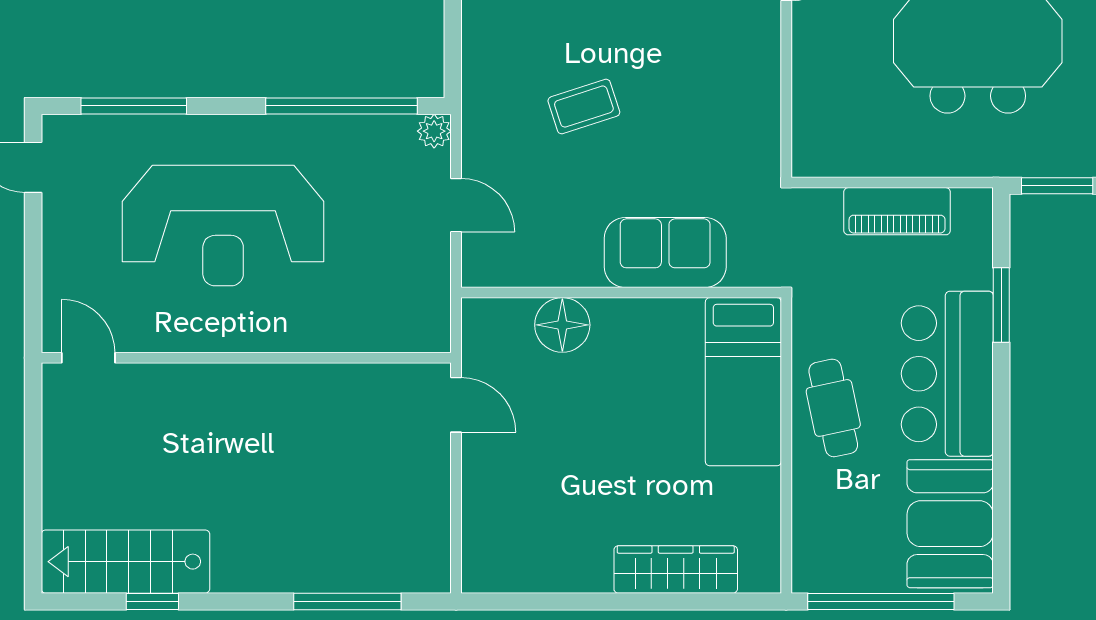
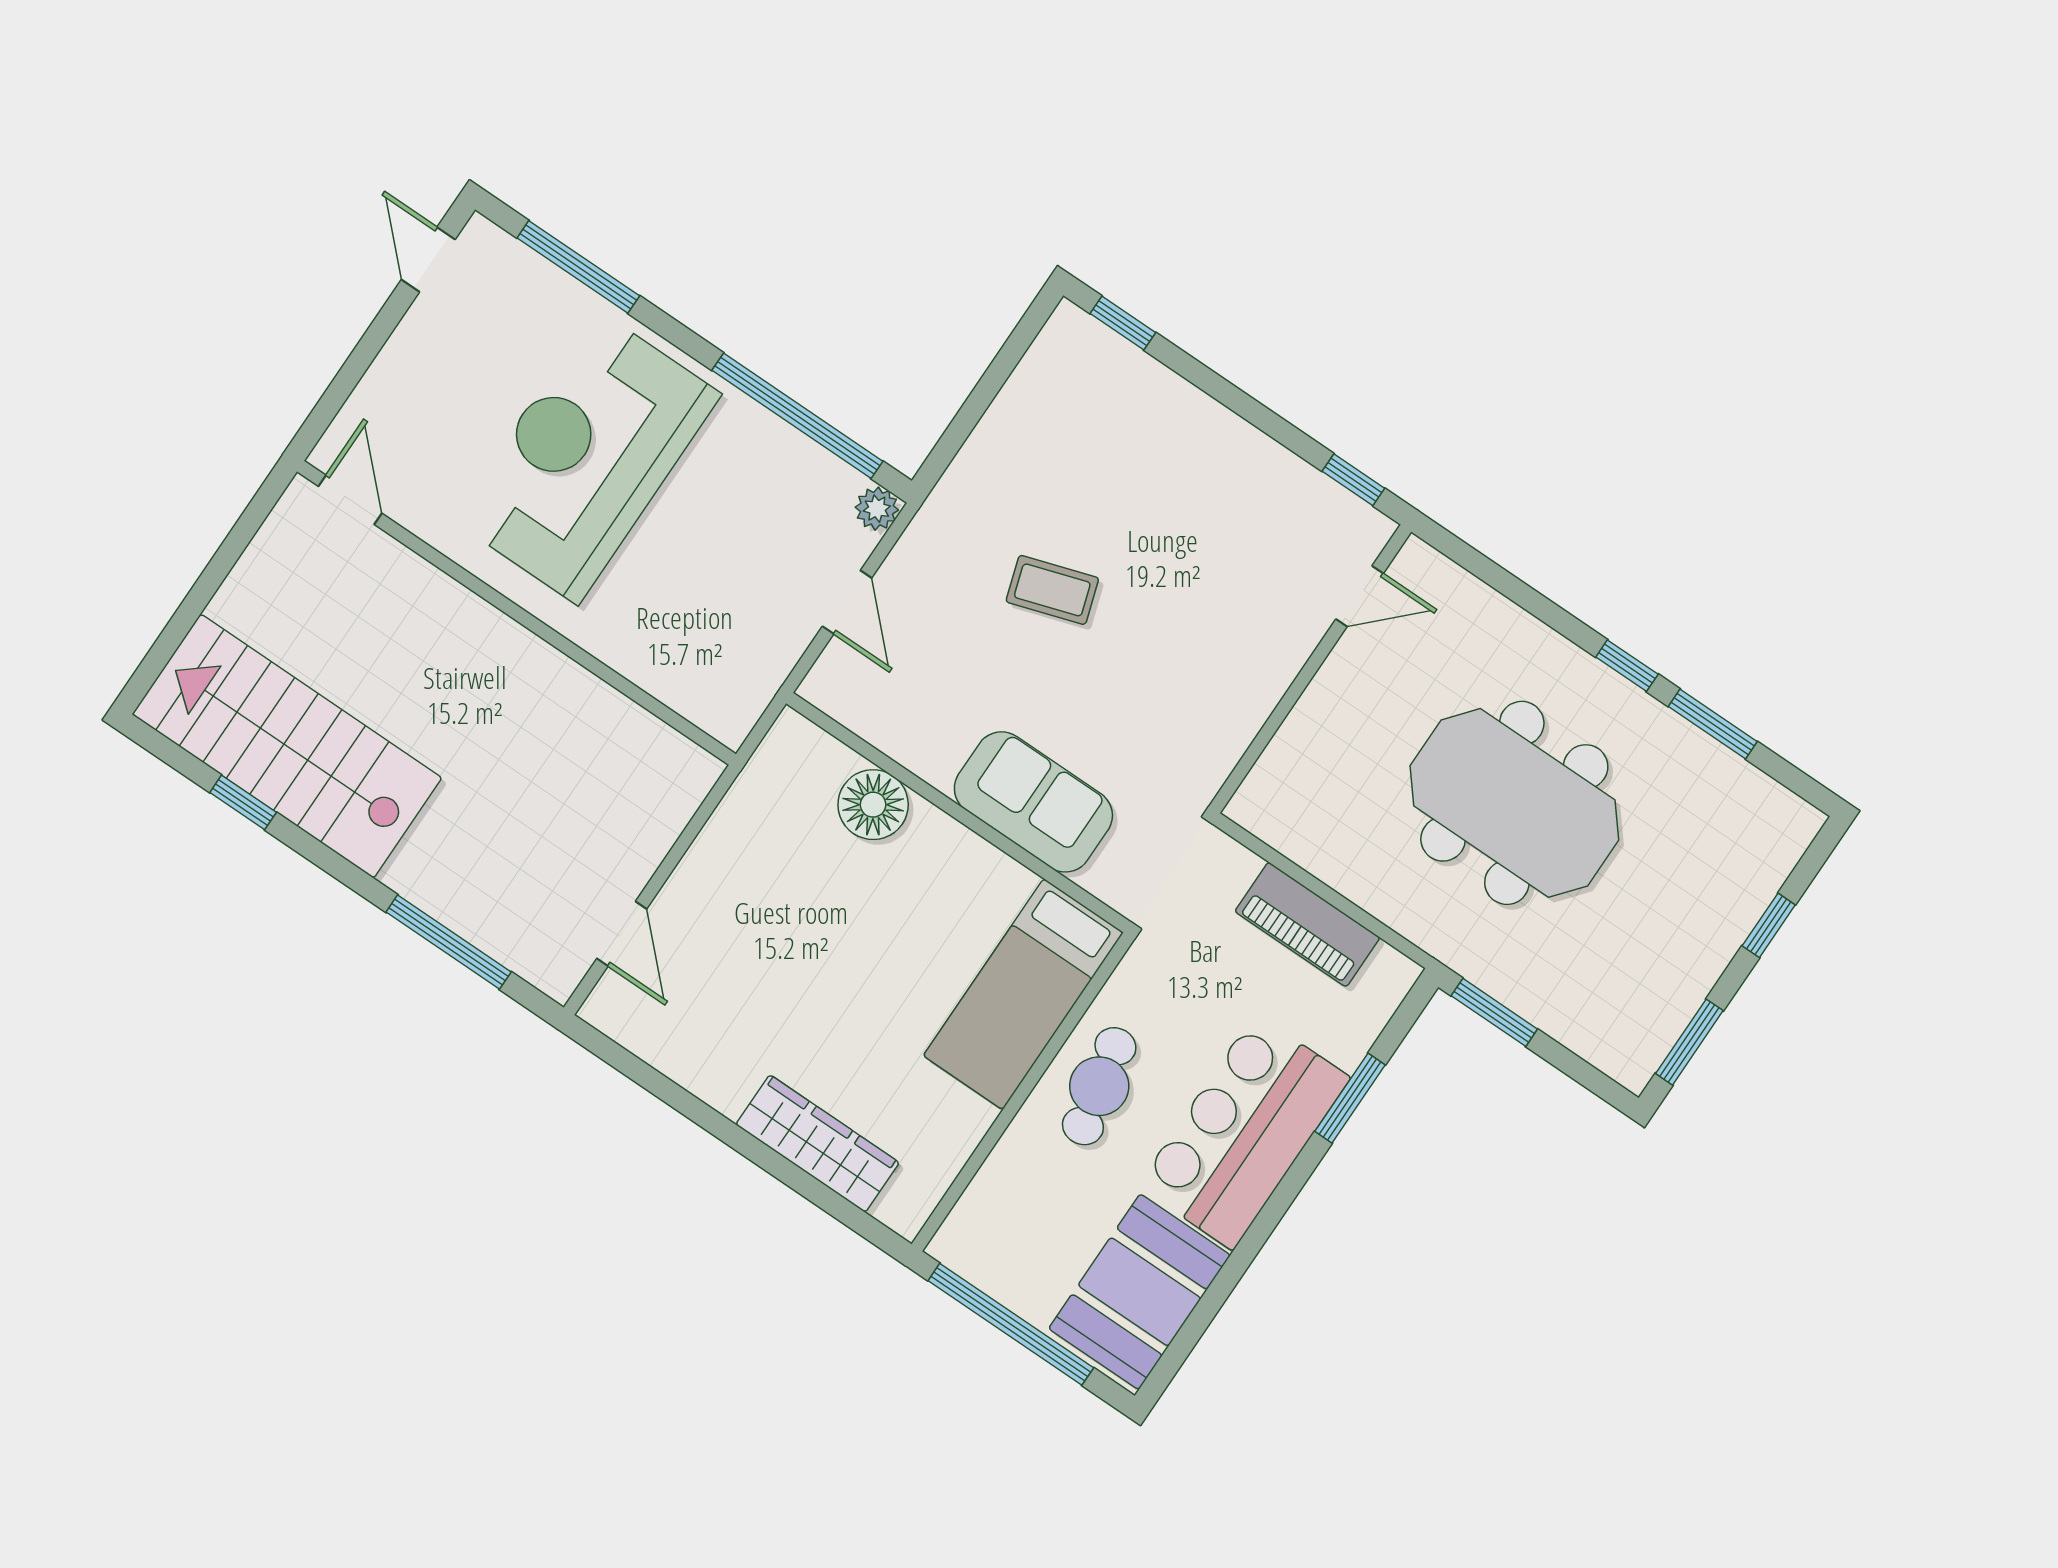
reception desk: (223, 226) -> (587, 457), turned 90
door: (456, 405) -> (622, 934), moved
stairs: (125, 562) -> (287, 746), width x1.36, depth x1.51

